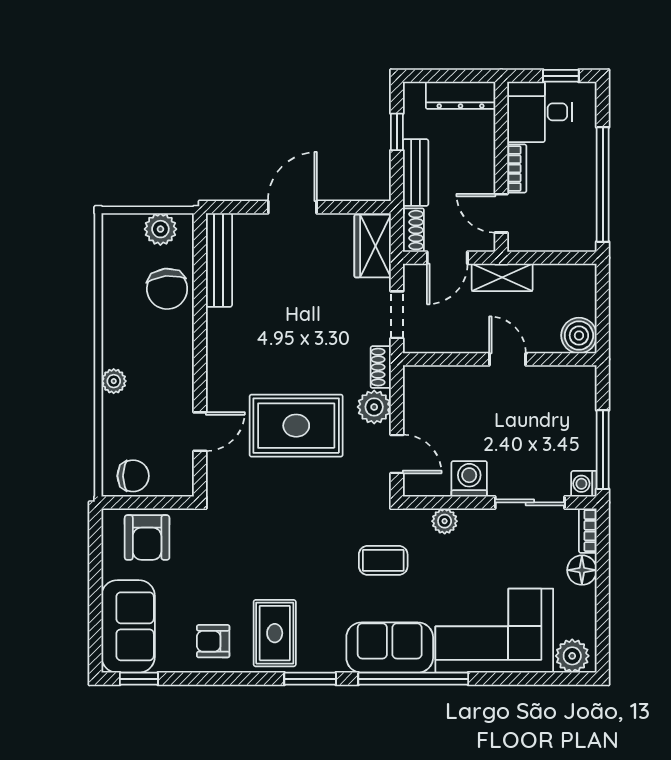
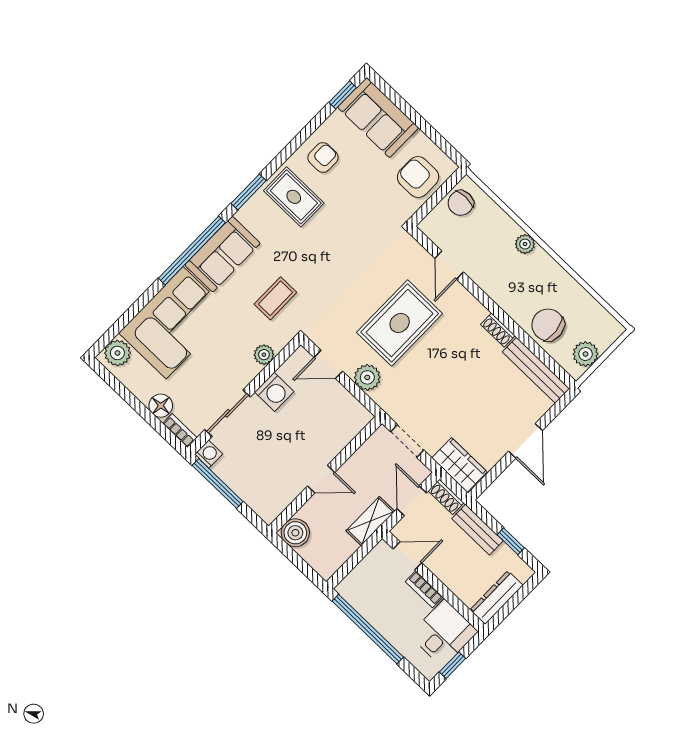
shoe rack: (381, 367) -> (498, 330), moved, turned 180

